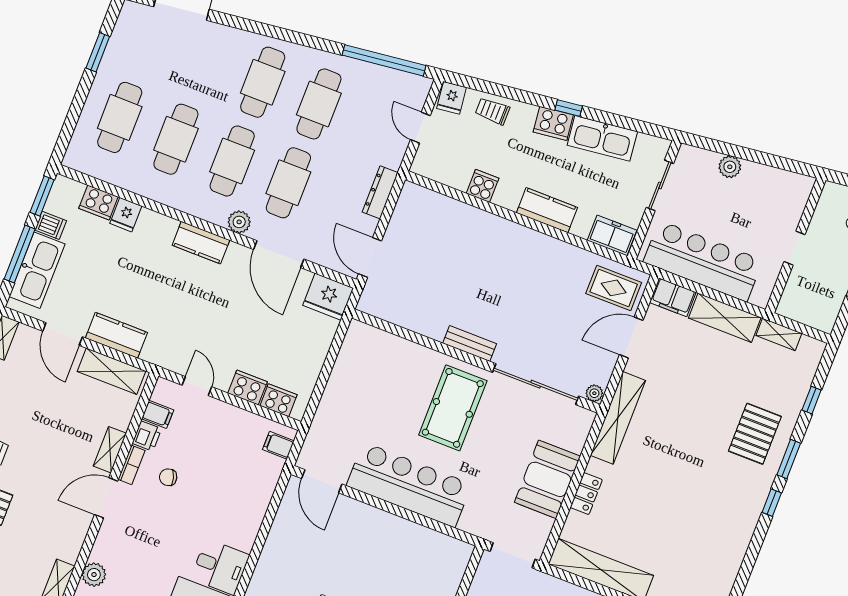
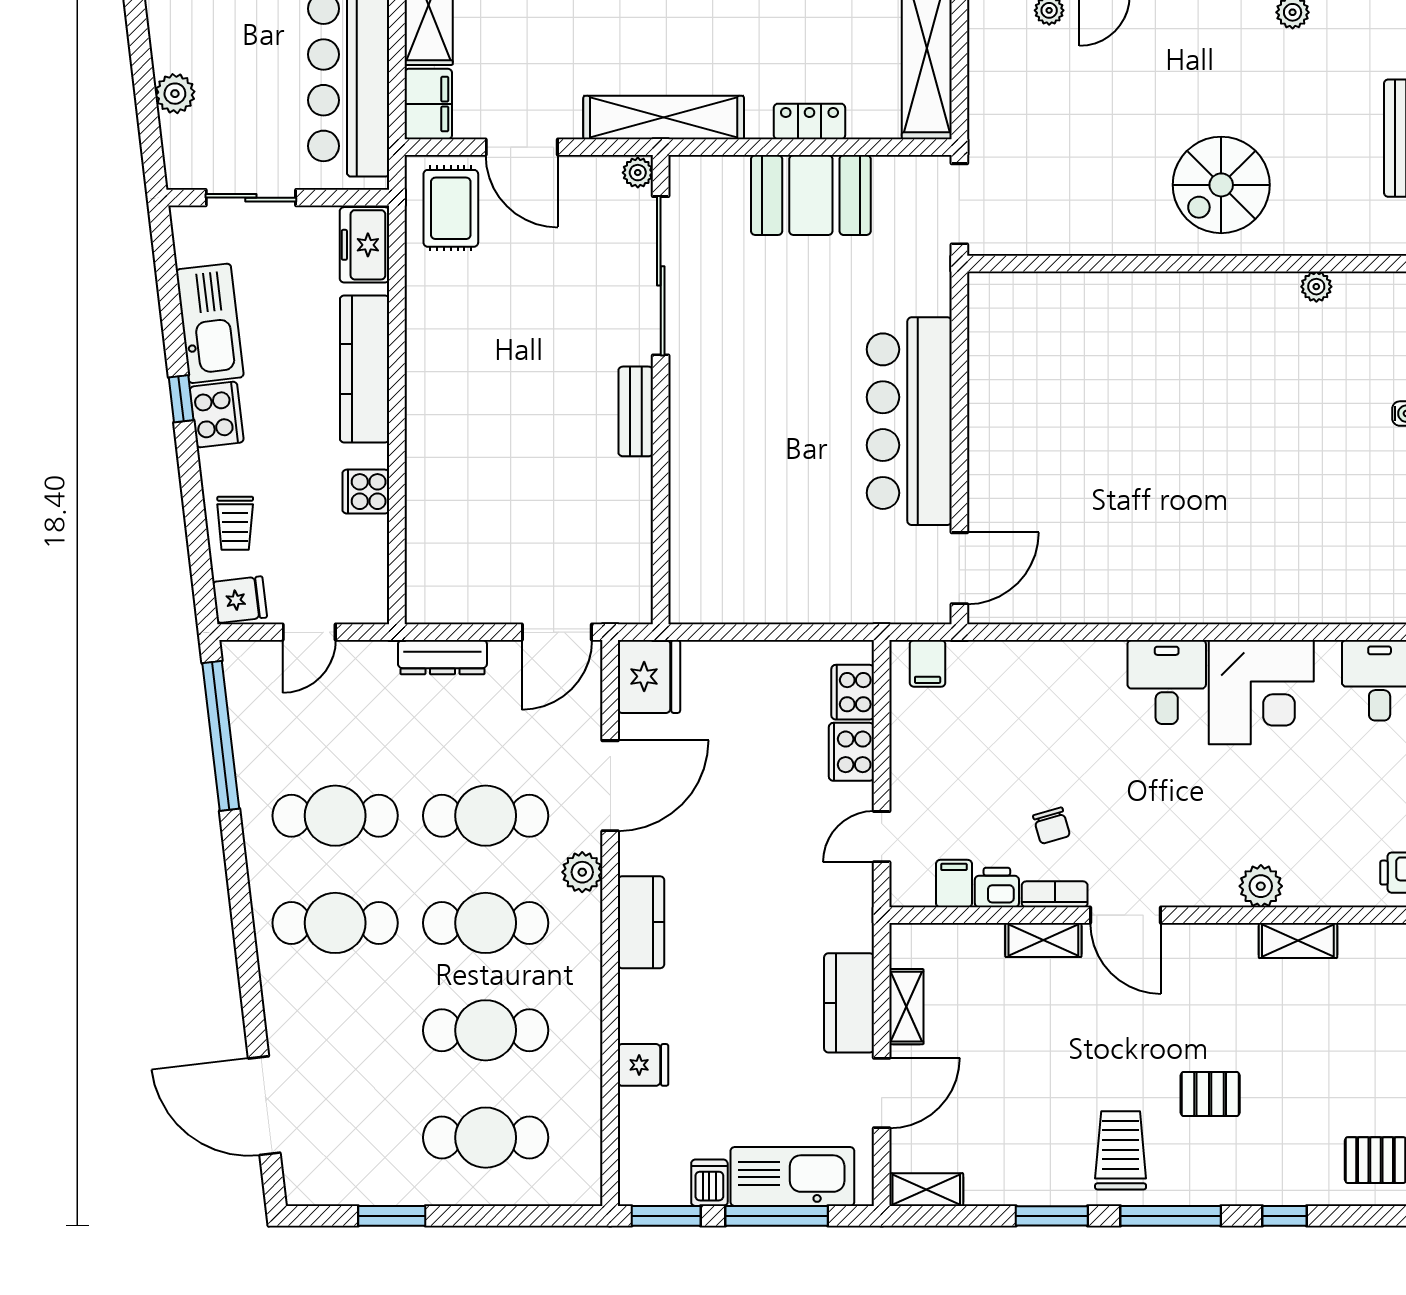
cooker: (98, 202) -> (640, 1118), removed
kitchen counter: (547, 210) -> (365, 369), width x1.50
shelving: (112, 371) -> (906, 1007), width x0.67, depth x0.75
pool table: (453, 408) -> (753, 398), removed

